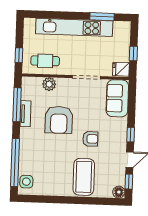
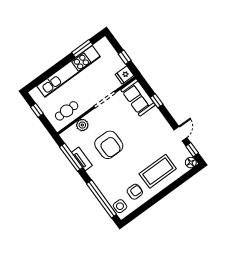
window: (19, 55) -> (37, 110), moved
window: (131, 135) -> (157, 101), moved
armchair: (90, 139) -> (135, 192), moved
coffee table: (84, 177) -> (158, 171), turned 90

